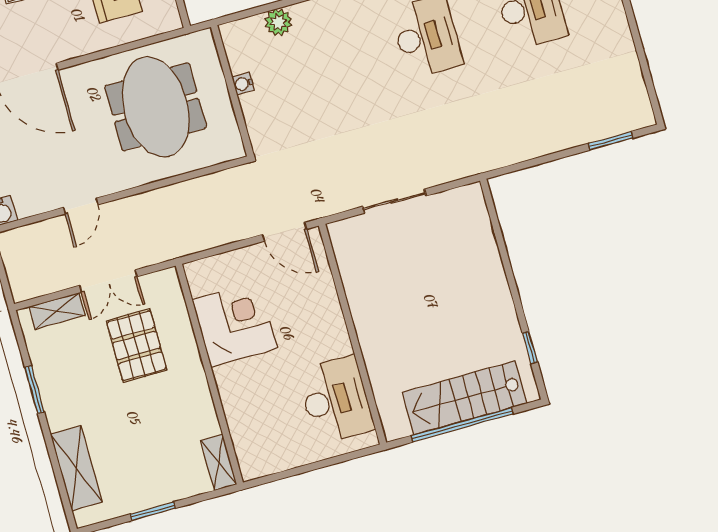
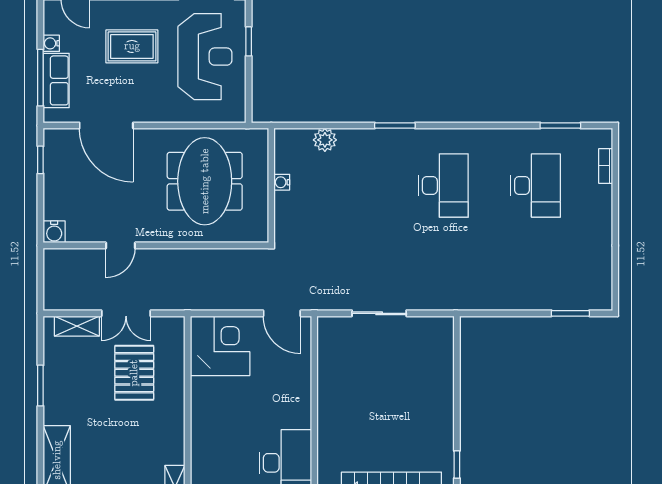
corner desk: (235, 324) -> (220, 346), moved

